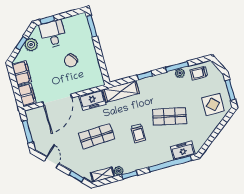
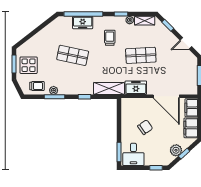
desk: (53, 34) -> (133, 154), moved
door: (57, 100) -> (166, 96), swing flipped
display table: (213, 104) -> (29, 65), moved
trolley: (138, 133) -> (110, 38), moved
freezer: (183, 151) -> (83, 23), moved
door: (52, 162) -> (186, 43), hinge flipped

